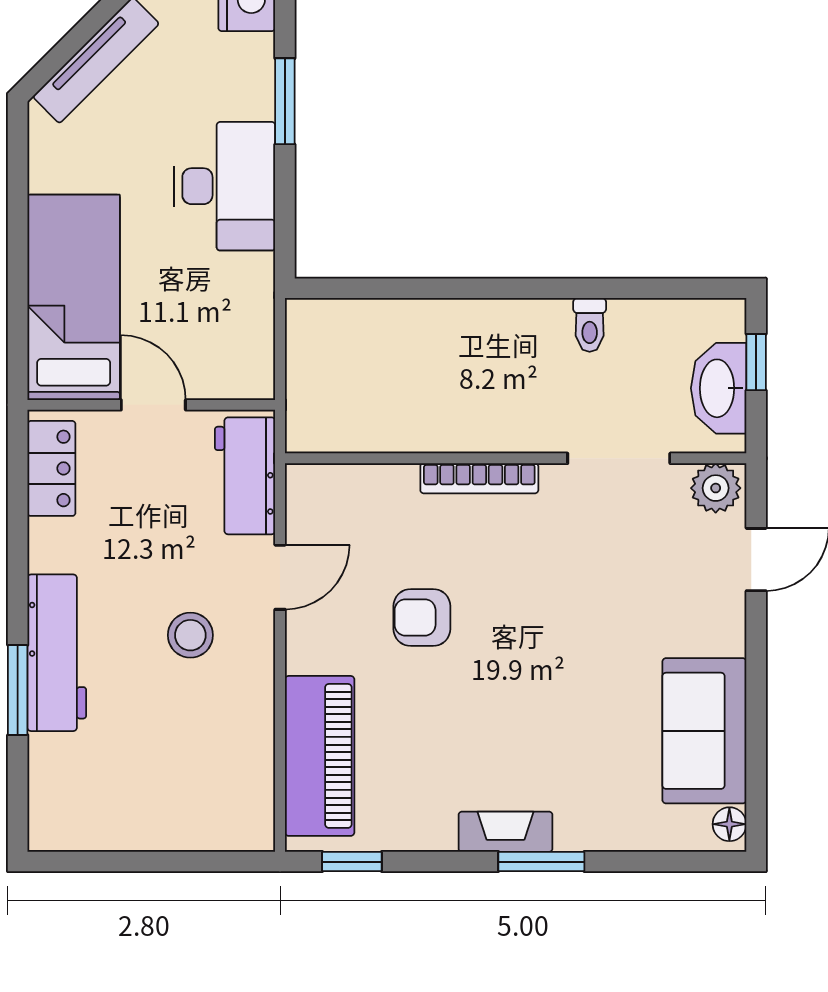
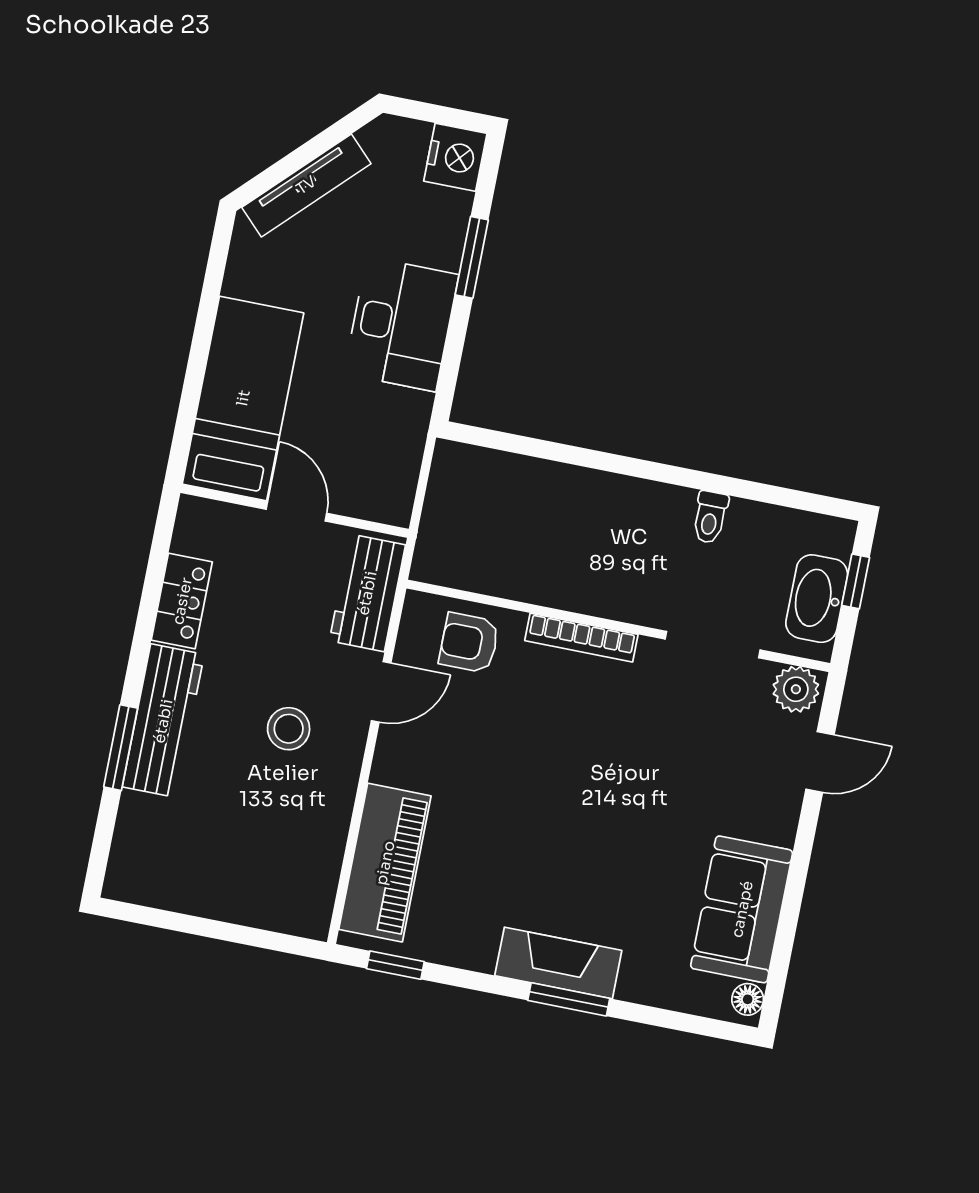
locker: (51, 468) -> (182, 601), moved
armchair: (422, 617) -> (469, 643), moved
fireplace: (506, 832) -> (558, 963), width x1.37, depth x1.32

